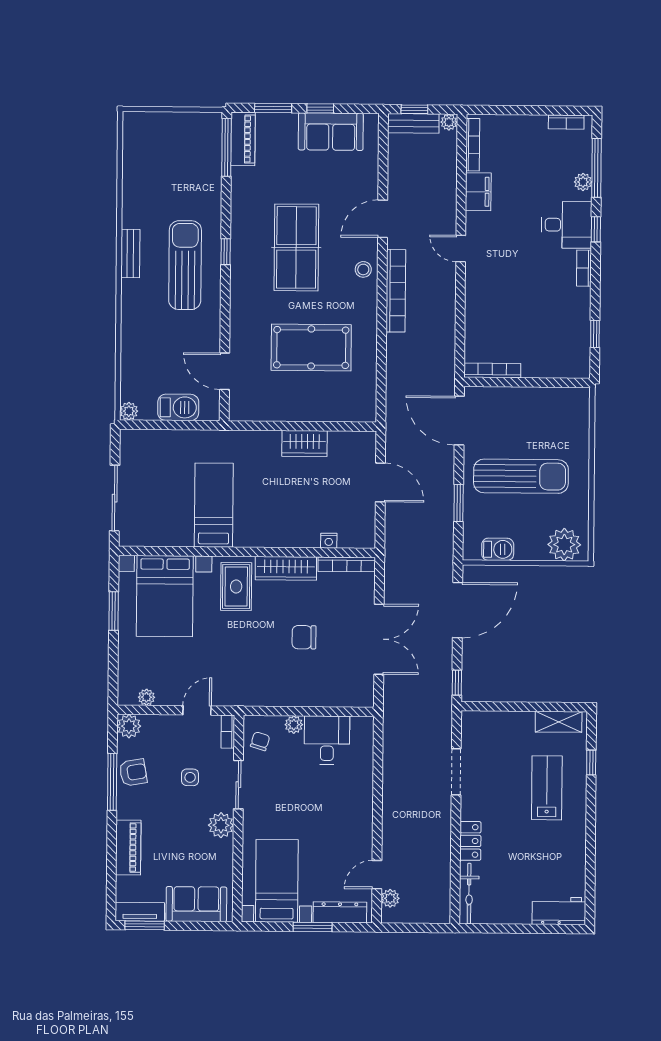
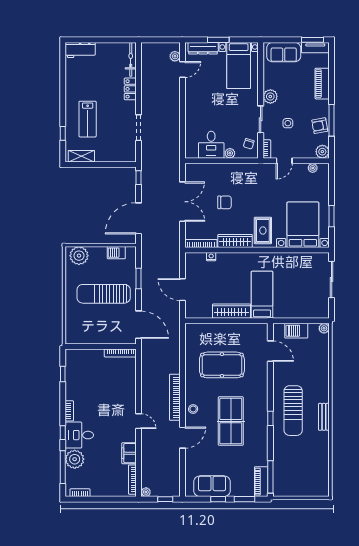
bench: (413, 123) -> (166, 491), removed
plant: (583, 182) -> (75, 459), width x1.87, depth x1.87
wardrobe: (305, 444) -> (232, 311), width x1.50
bed: (214, 505) -> (262, 295), moved, turned 180
double door: (379, 639) -> (182, 202), swing flipped

